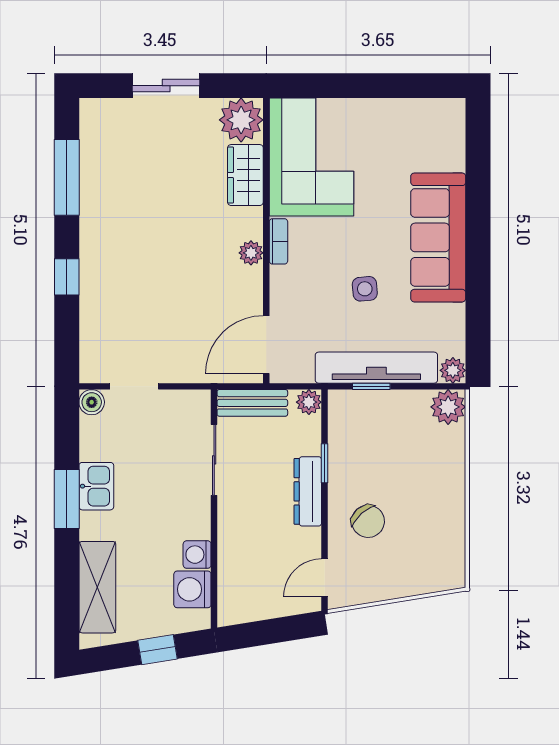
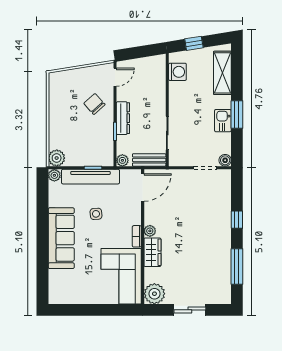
wardrobe: (245, 175) -> (152, 252), moved
washing machine: (197, 555) -> (175, 88), removed

